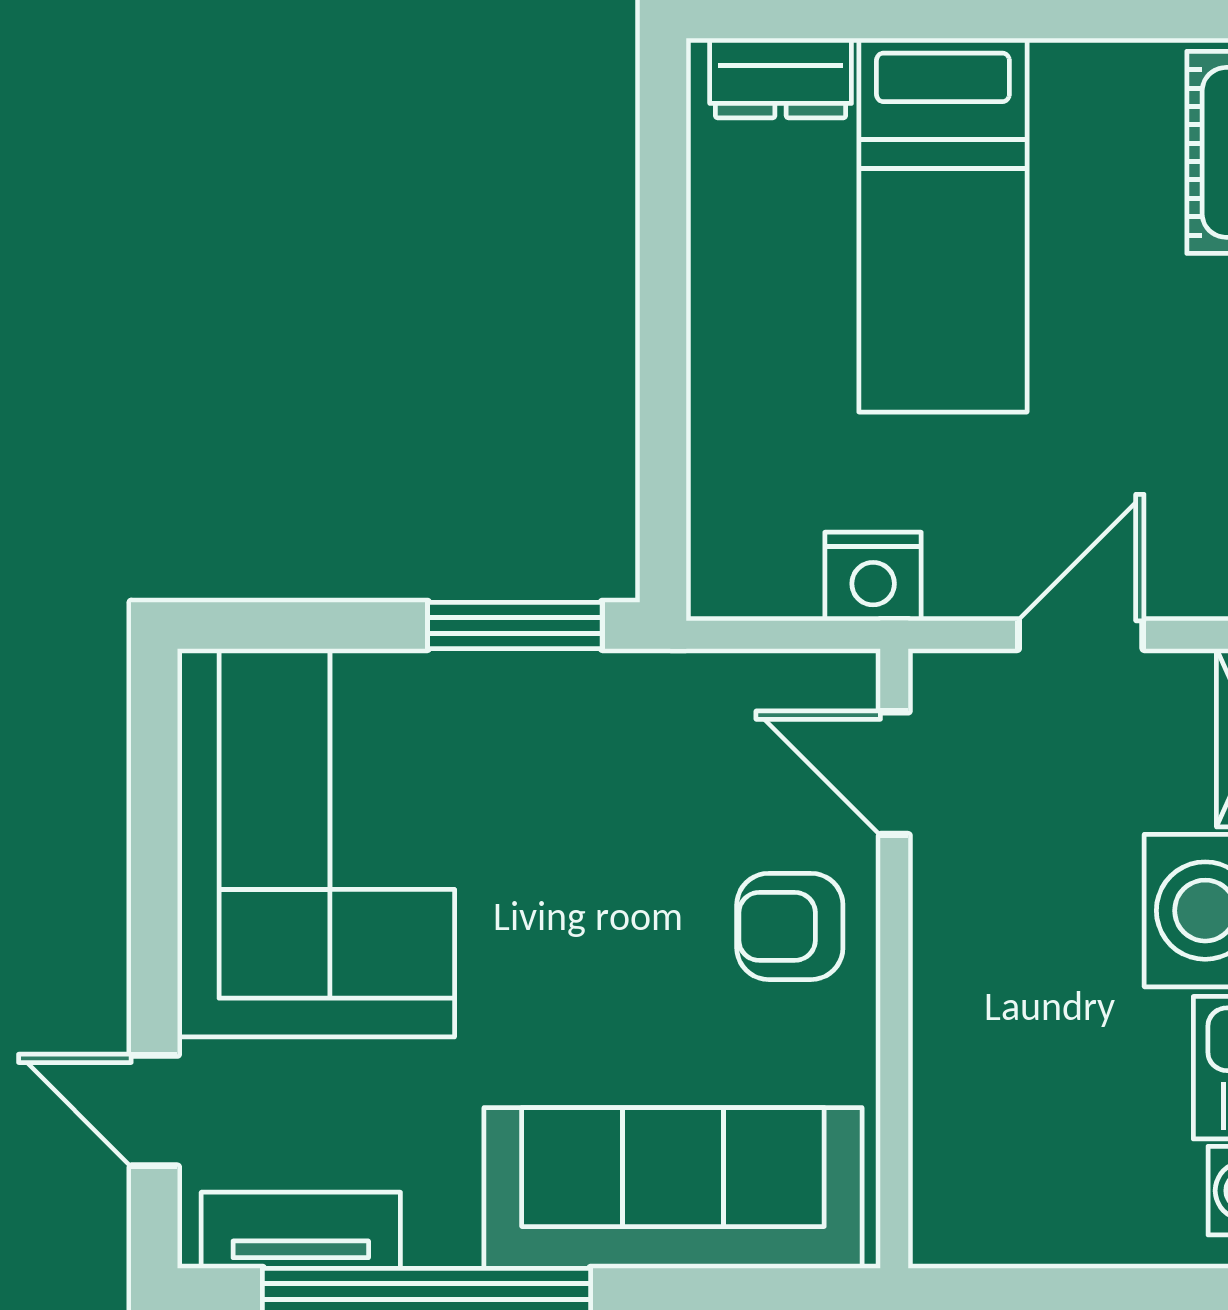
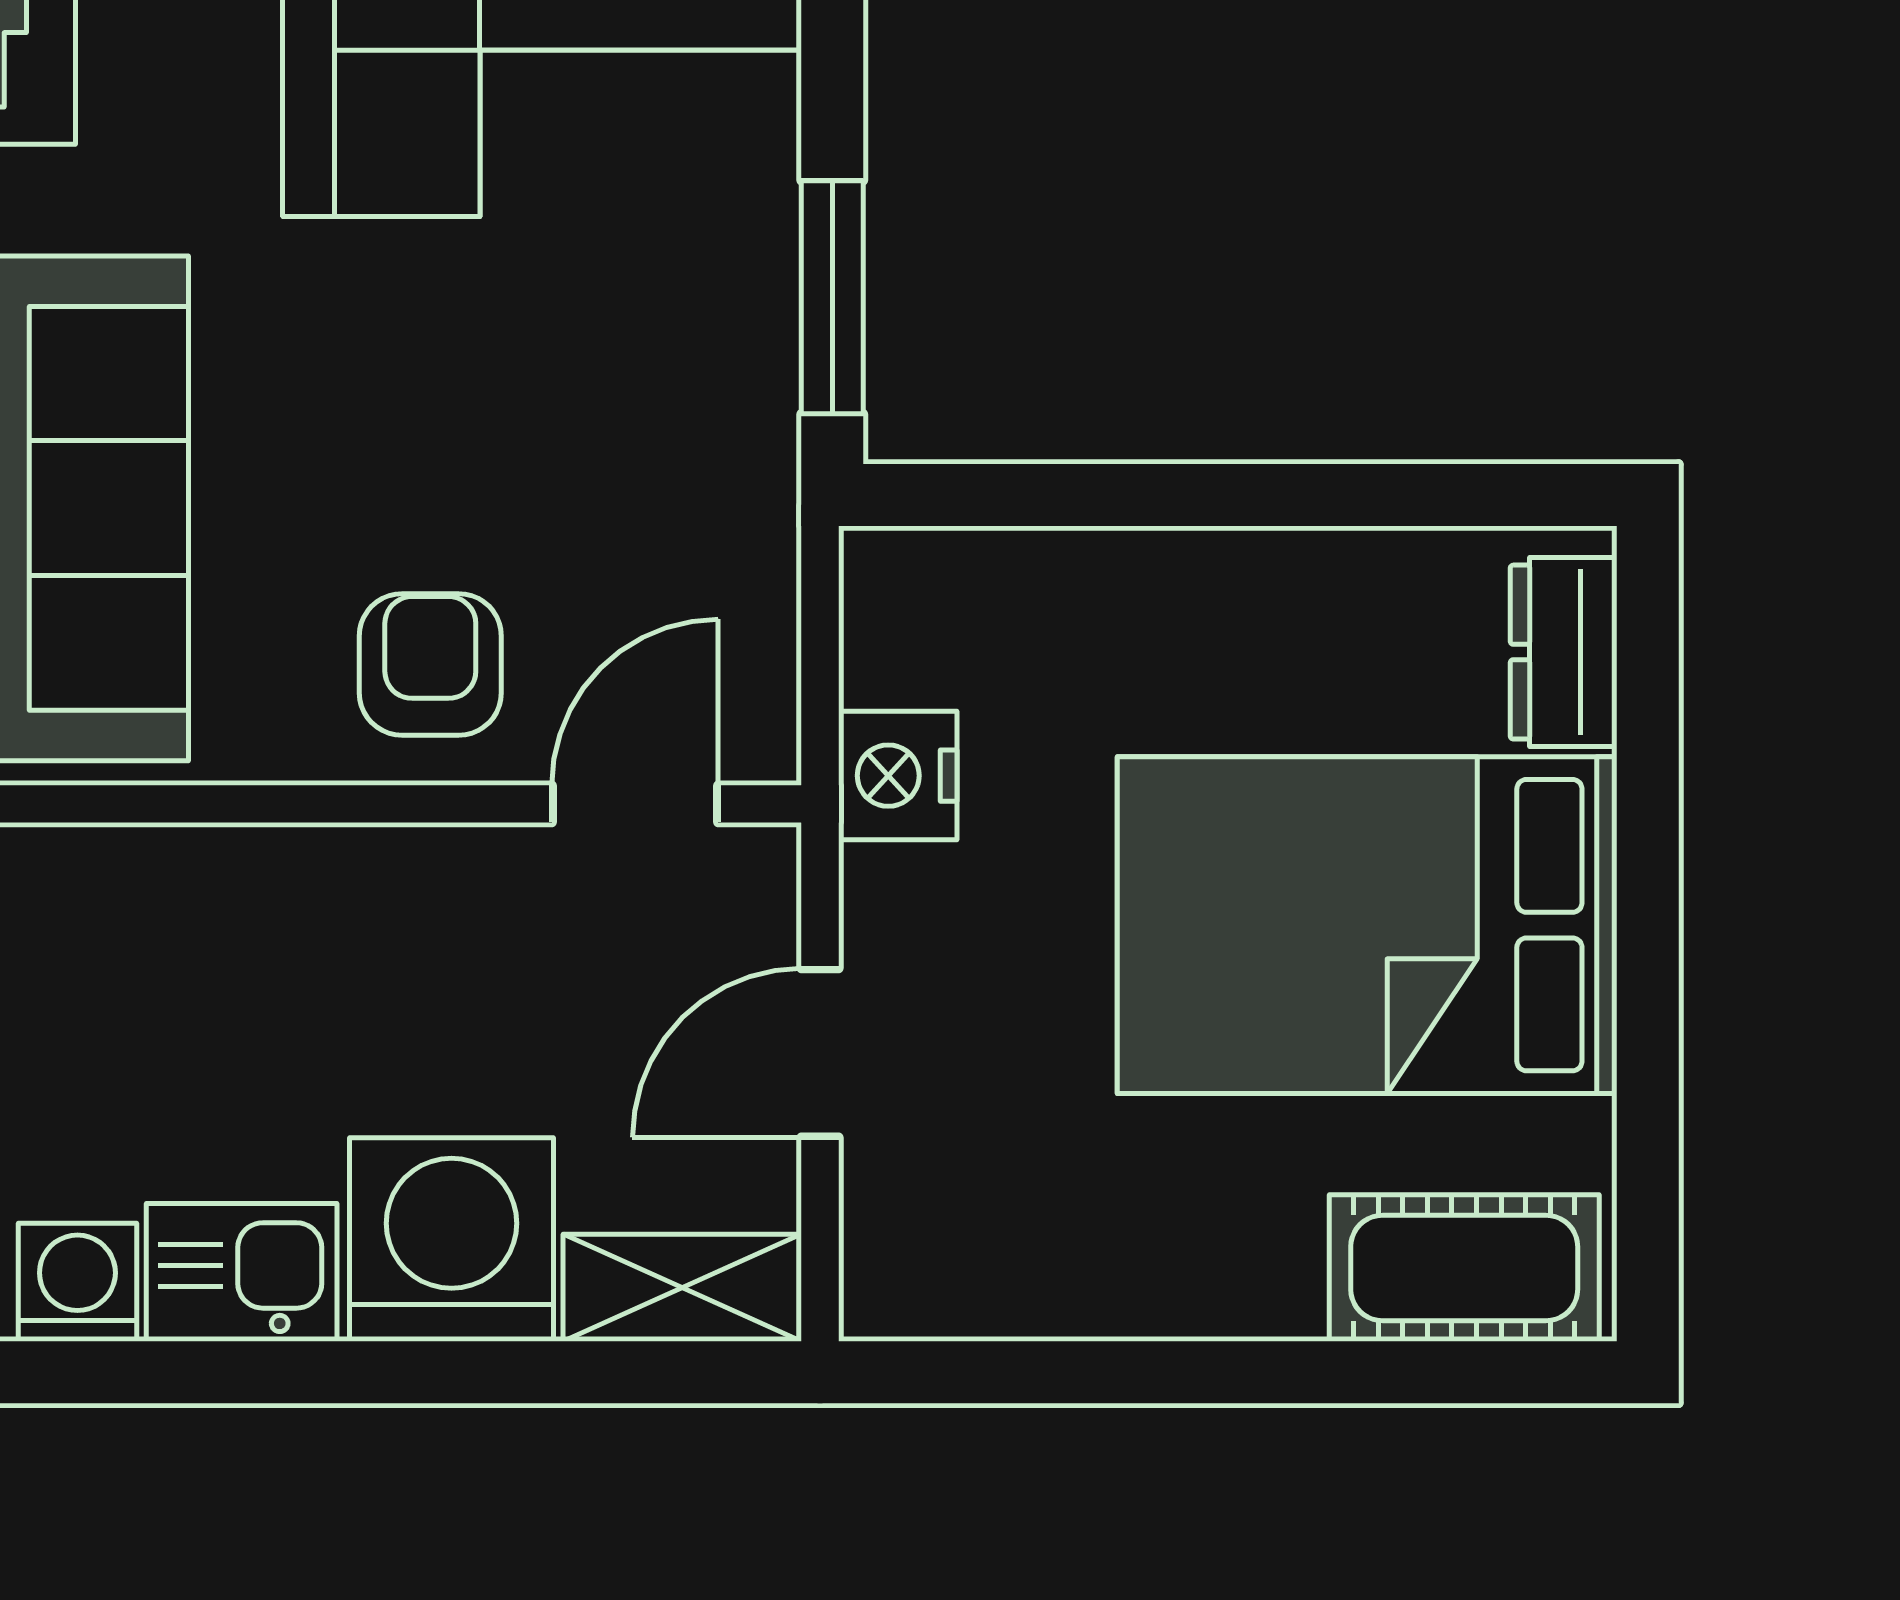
bed: (943, 225) -> (1367, 925), width x1.50
door: (1081, 635) -> (820, 1053), swing flipped

